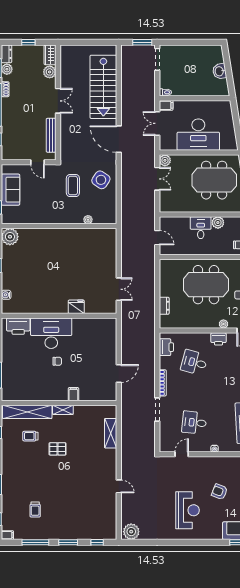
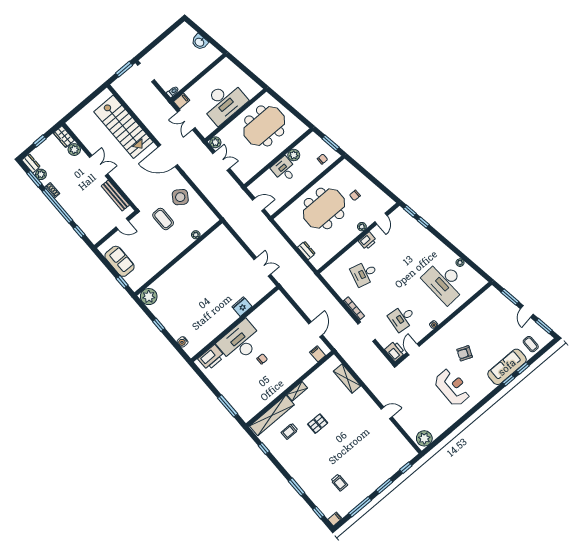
printer: (166, 347) -> (395, 351), moved
filing cabinet: (73, 394) -> (318, 354), moved

